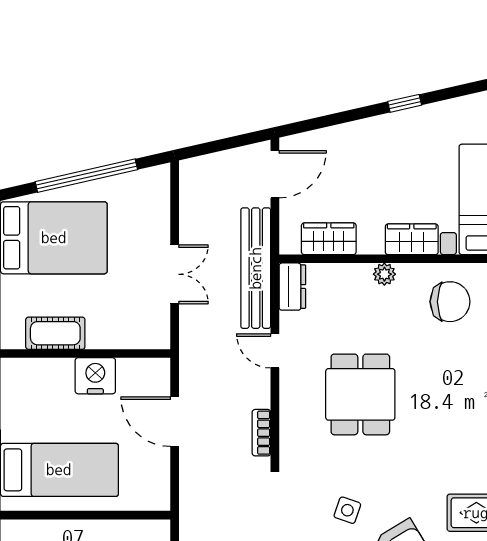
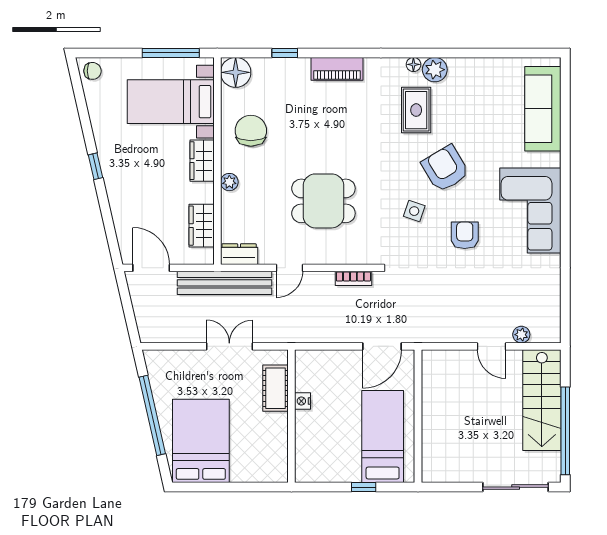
cot: (55, 333) -> (276, 388), moved
nightstand: (95, 376) -> (303, 401), width x0.53, depth x0.56
door: (175, 422) -> (382, 346), moved

